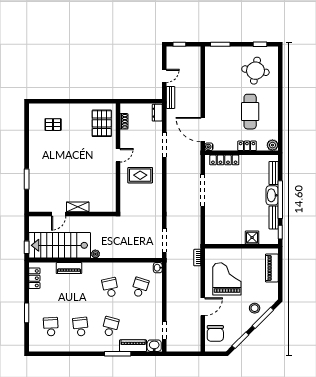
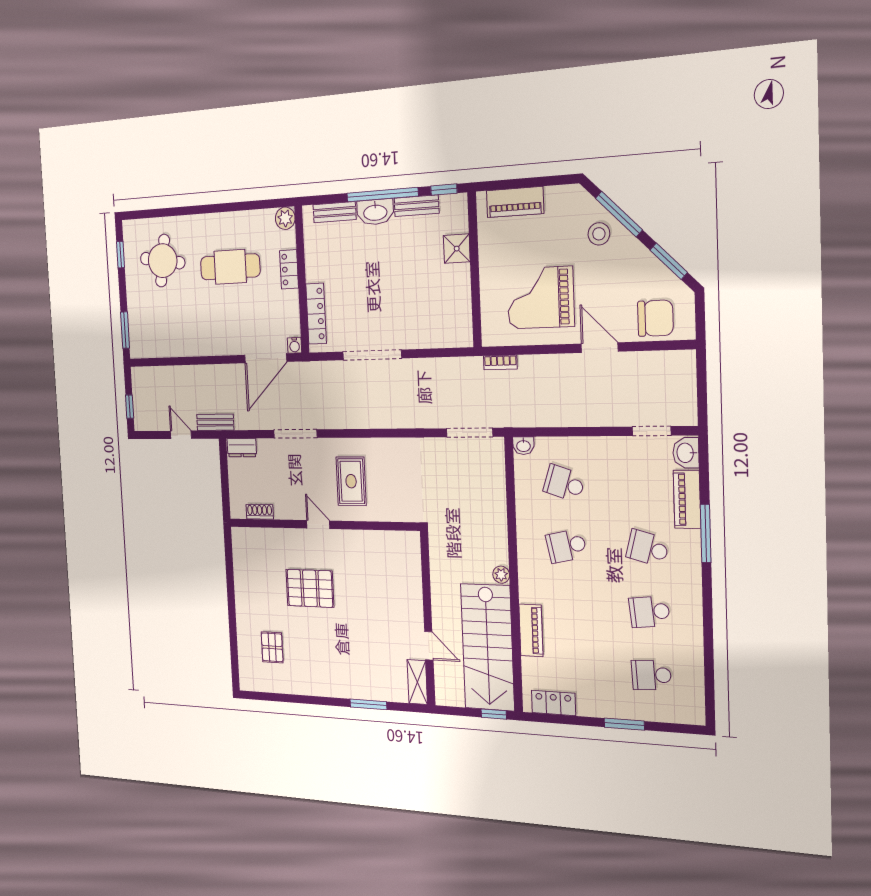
pallet: (102, 123) -> (310, 588), moved
shelving: (78, 207) -> (417, 682), moved

